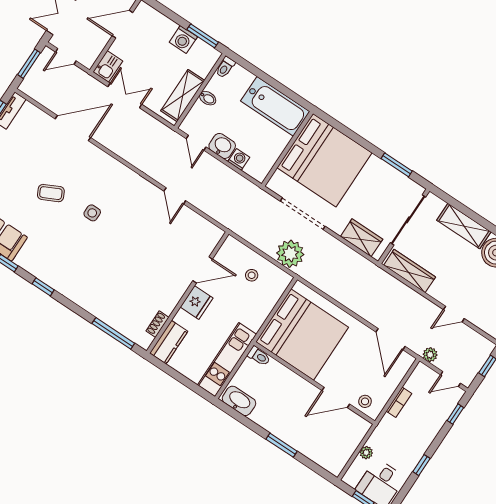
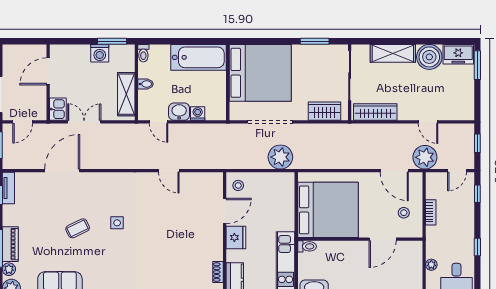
stool: (252, 275) -> (238, 185), moved
door: (454, 314) -> (428, 122), hinge flipped
plant: (430, 355) -> (425, 157), width x1.87, depth x1.87
stool: (365, 401) -> (404, 213), moved

